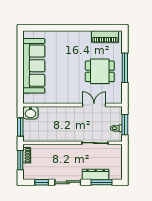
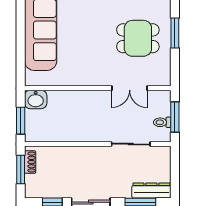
window: (125, 68) -> (175, 33), width x0.69
double door: (94, 105) -> (130, 88), swing flipped
dresser: (96, 174) -> (151, 190), moved

